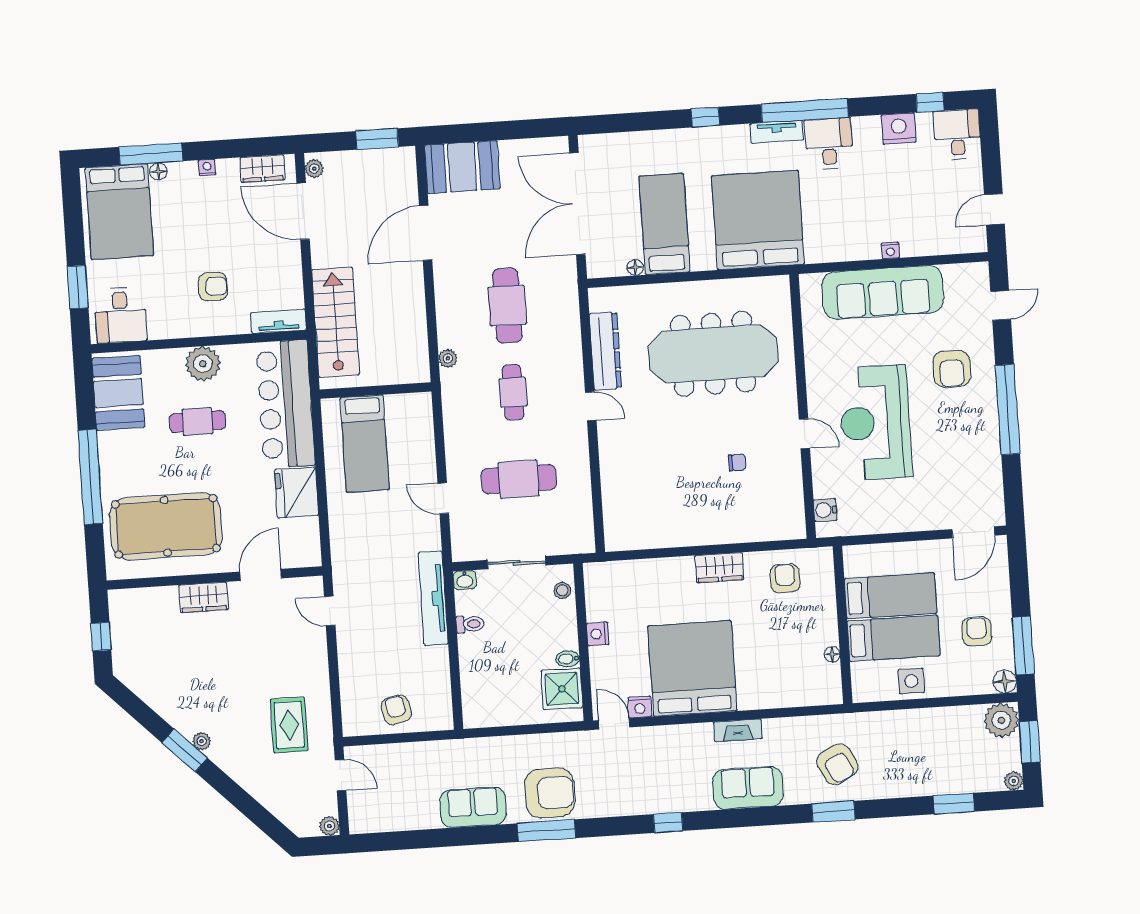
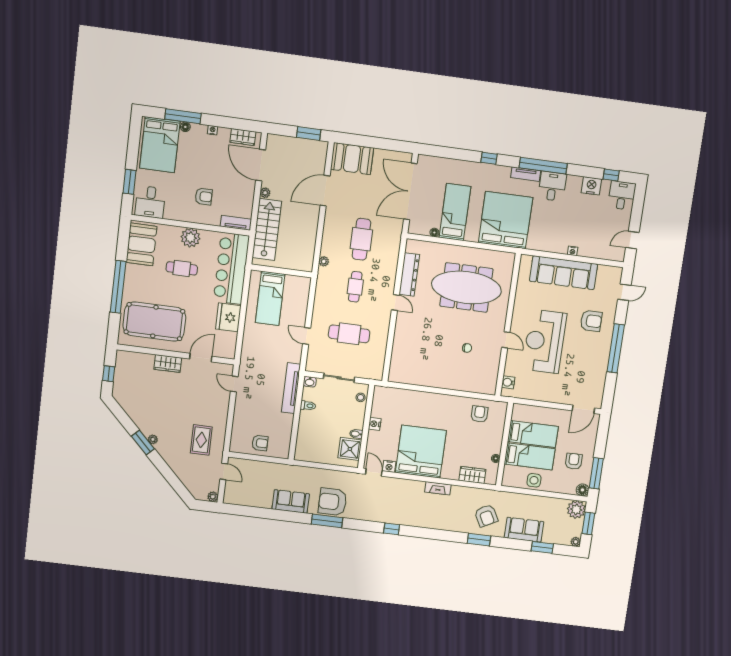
plant: (314, 169) -> (265, 193), moved
armchair: (952, 369) -> (591, 321), turned -90
wardrobe: (719, 568) -> (472, 475), moved, turned 180
armchair: (396, 710) -> (260, 443), turned 102
sofa: (748, 788) -> (524, 530), moved
armchair: (550, 793) -> (333, 502), turned 180

